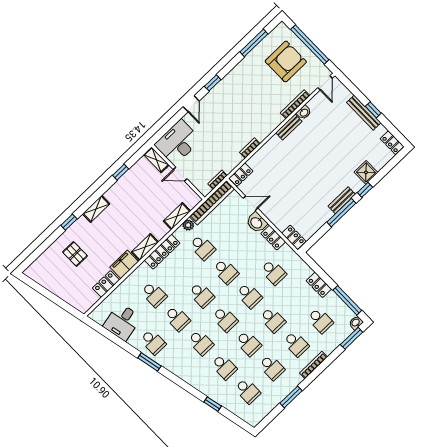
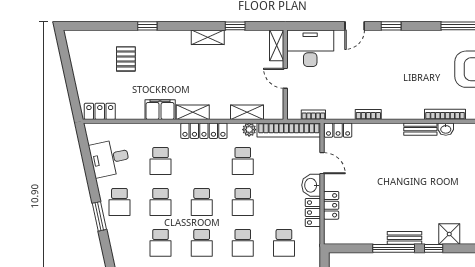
shelving: (96, 209) -> (208, 37), moved
locker: (294, 237) -> (331, 205), moved
locker: (106, 284) -> (100, 111), moved

